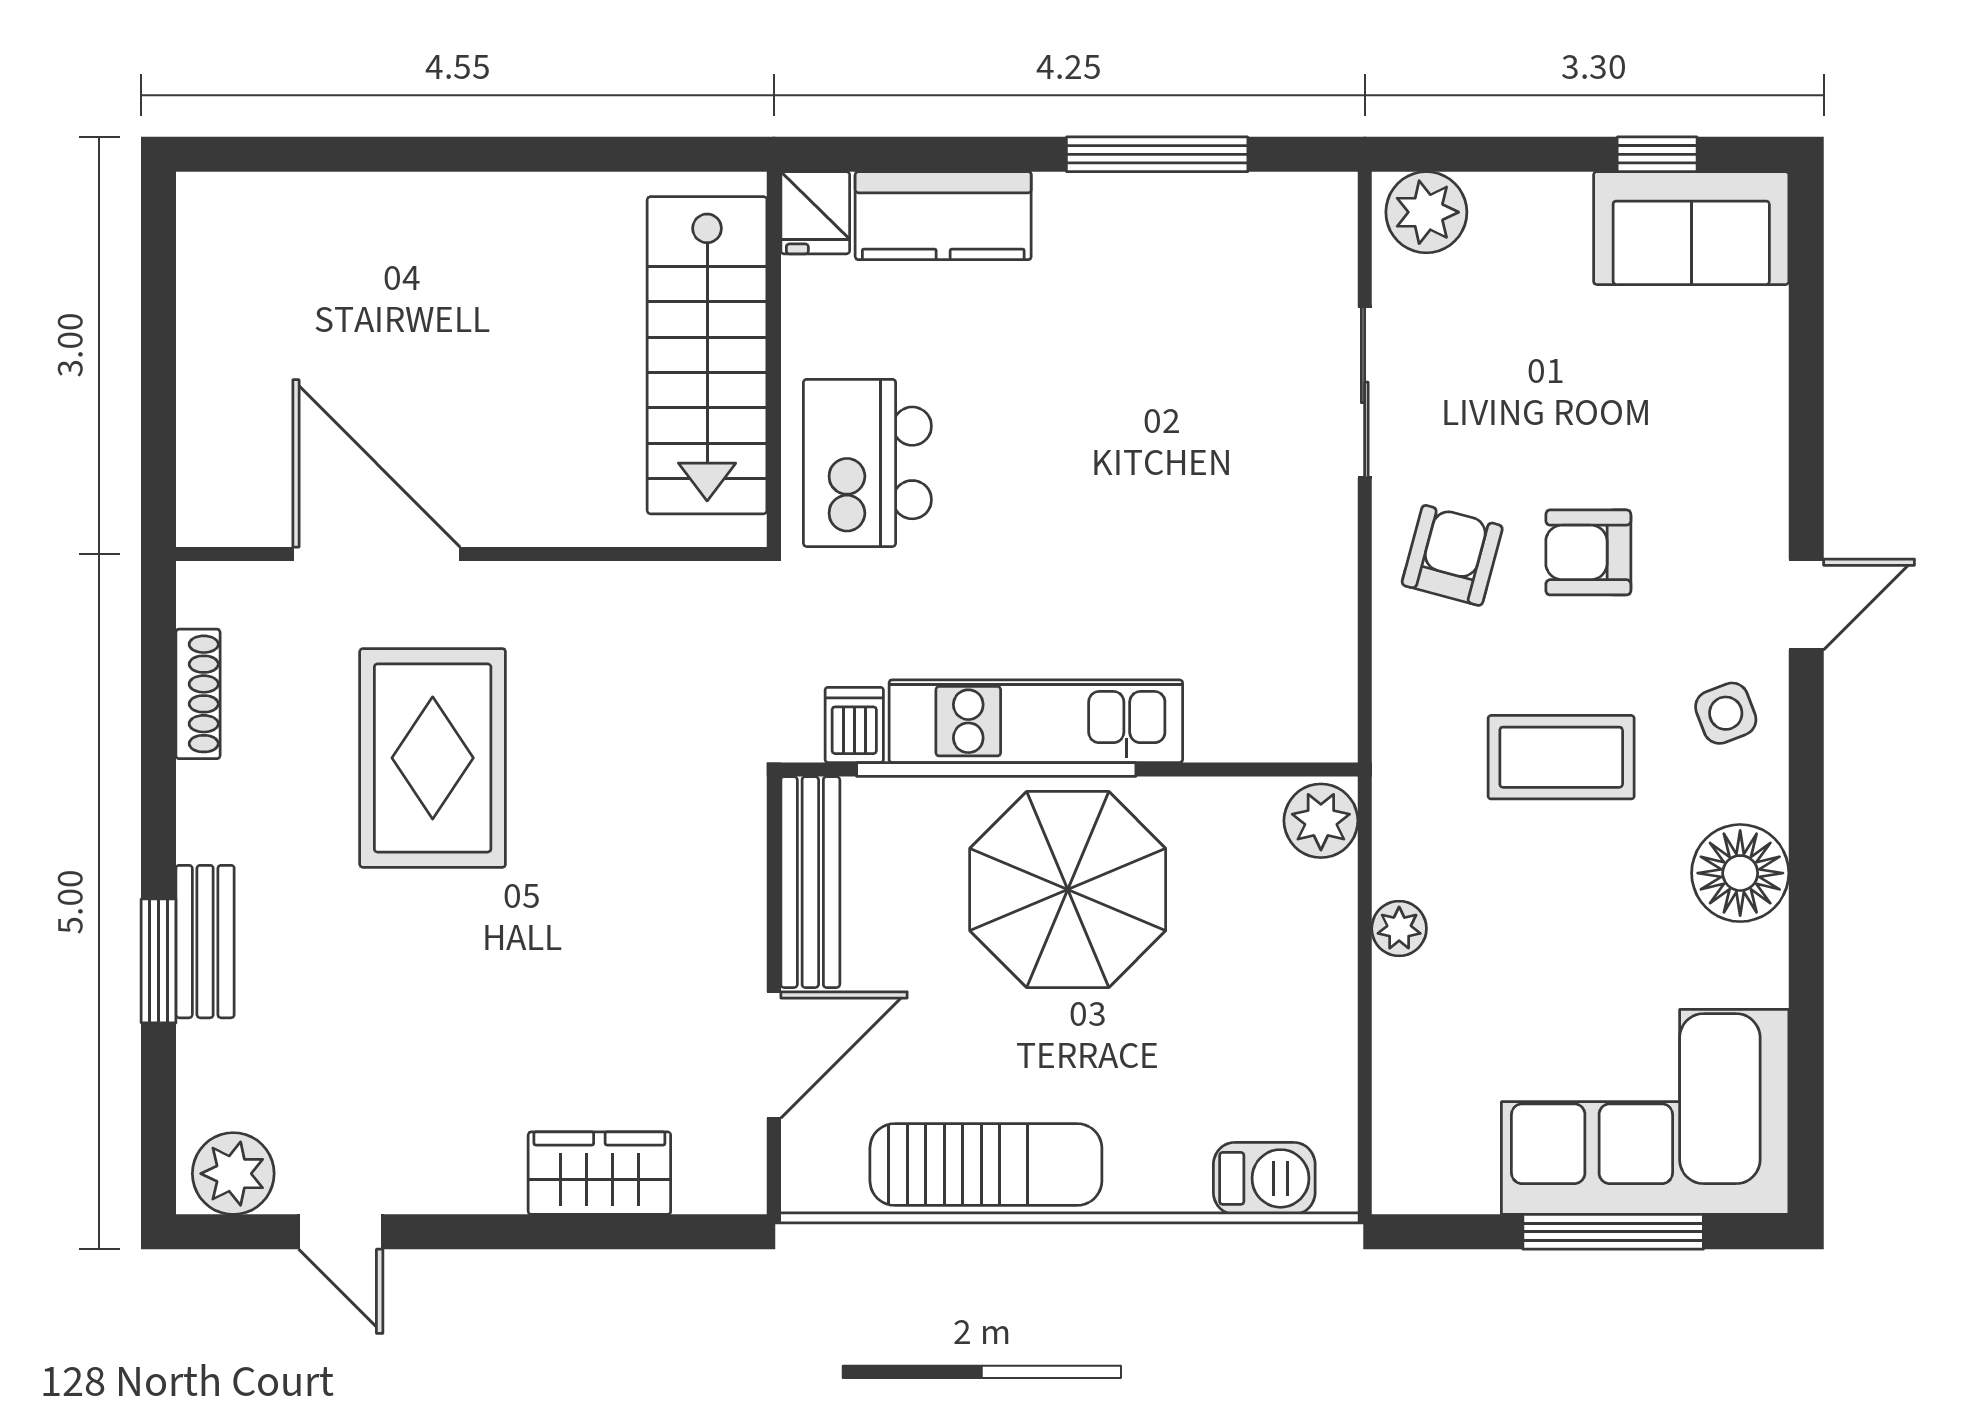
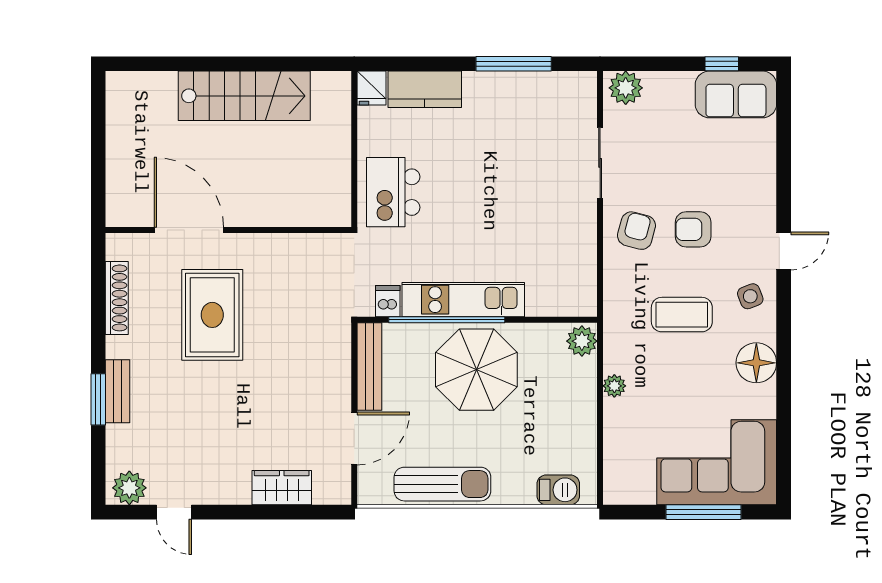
stairs: (707, 355) -> (244, 96), moved, turned -90
shoe rack: (198, 694) -> (117, 298), width x1.36, depth x1.24

